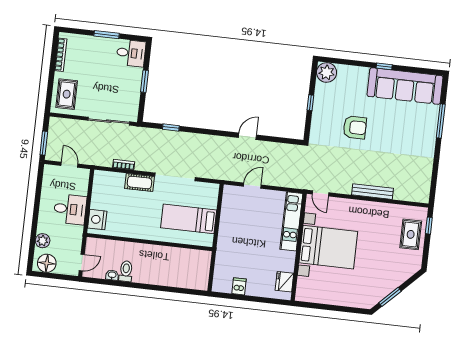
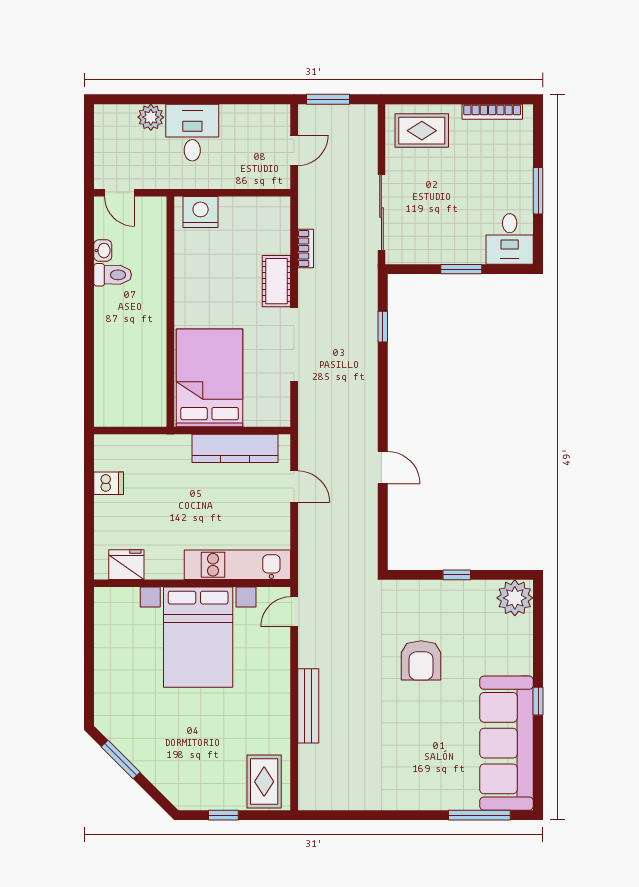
window: (441, 121) -> (479, 815), moved
desk: (70, 209) -> (192, 133), moved, turned 180
kitchen counter: (228, 215) -> (235, 448), added
bed: (189, 219) -> (210, 378), width x1.50
window: (429, 226) -> (223, 815), moved
rug: (411, 234) -> (264, 782), moved, turned 90
floor lamp: (47, 263) -> (111, 129), removed

